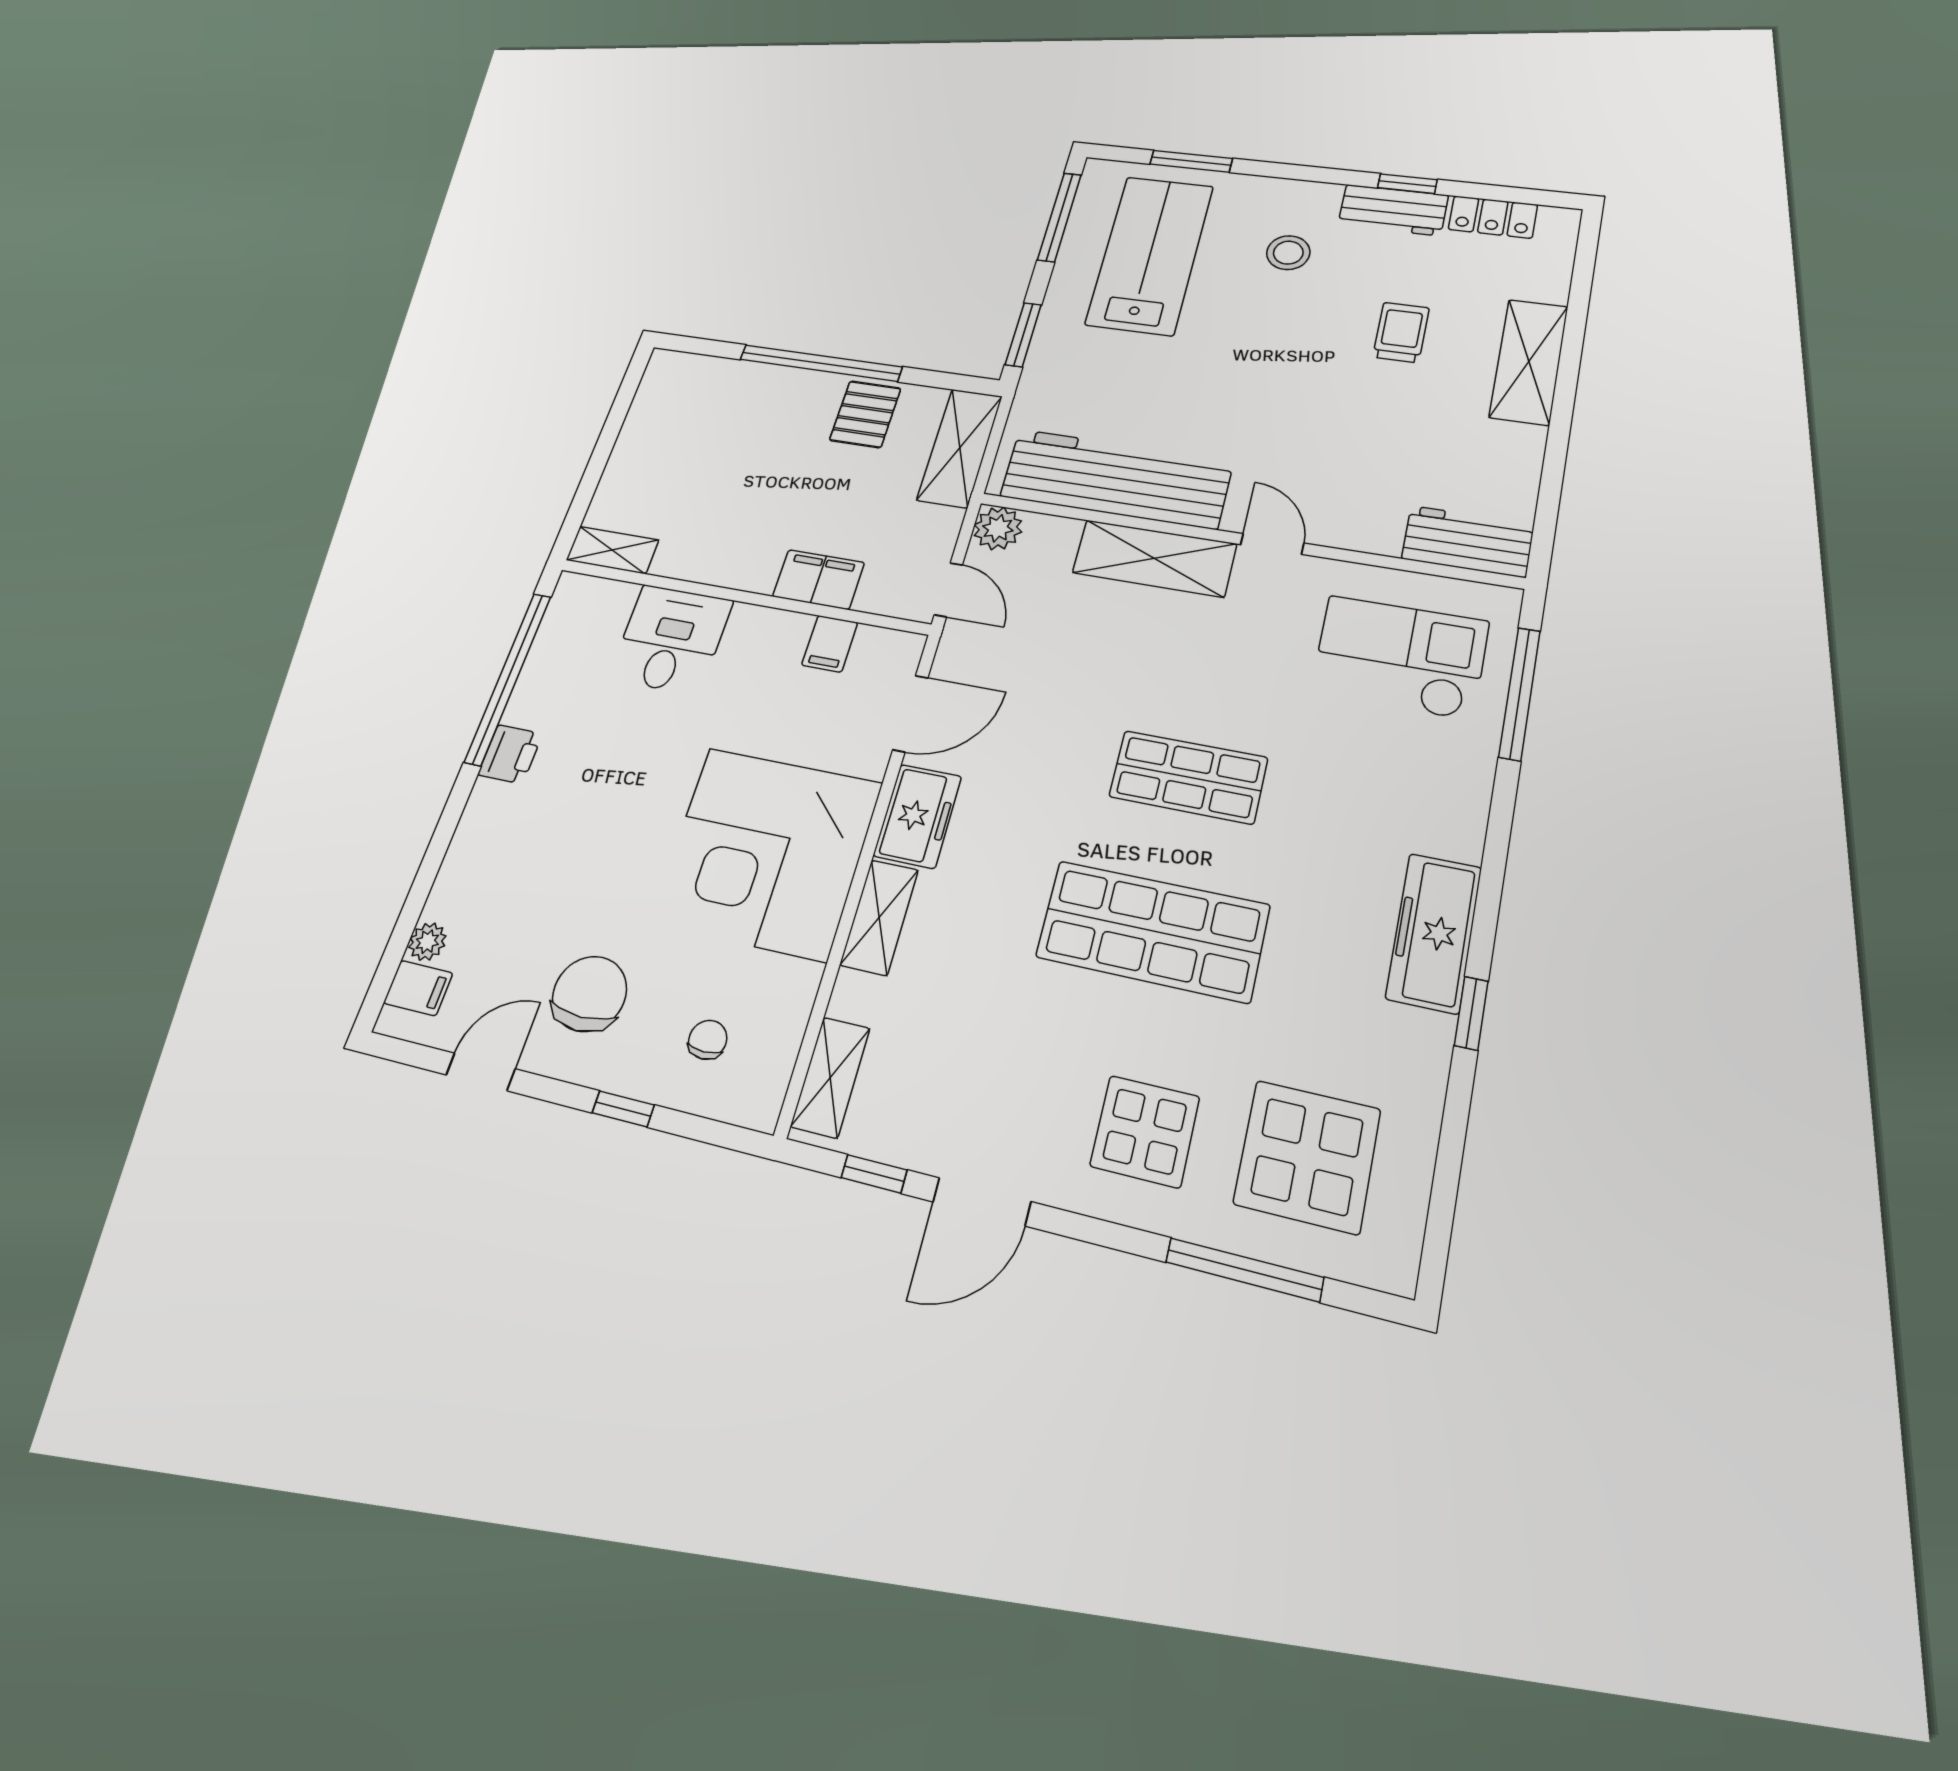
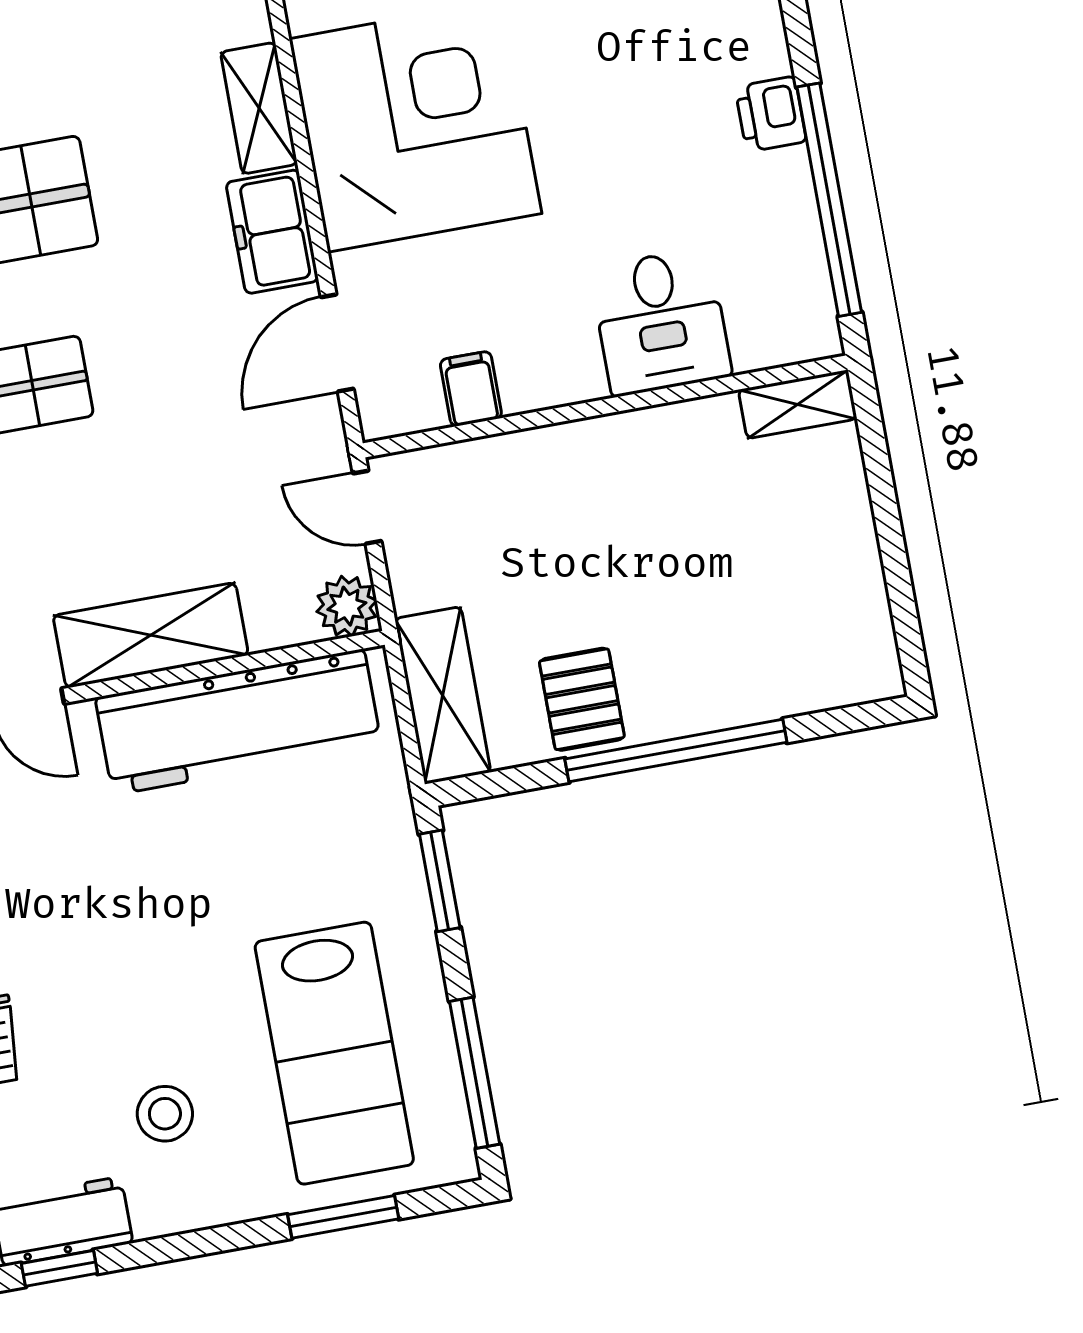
filing cabinet: (818, 579) -> (526, 462), removed

